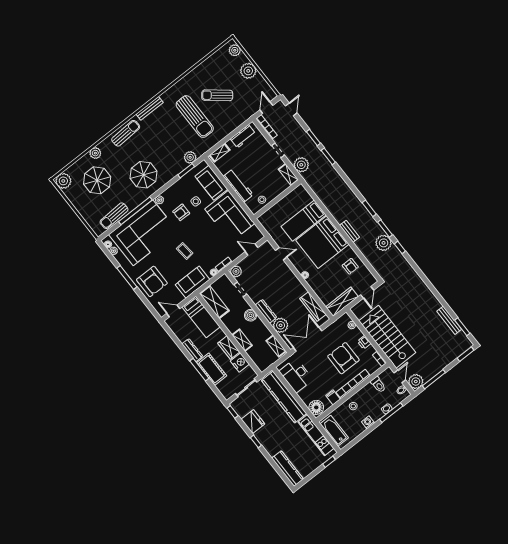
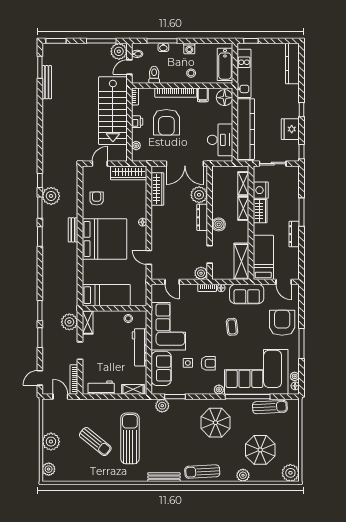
door: (266, 108) -> (60, 397), swing flipped
bed: (304, 221) -> (106, 295), moved
shelving: (276, 346) -> (243, 184), moved
cot: (212, 369) -> (290, 204), removed

